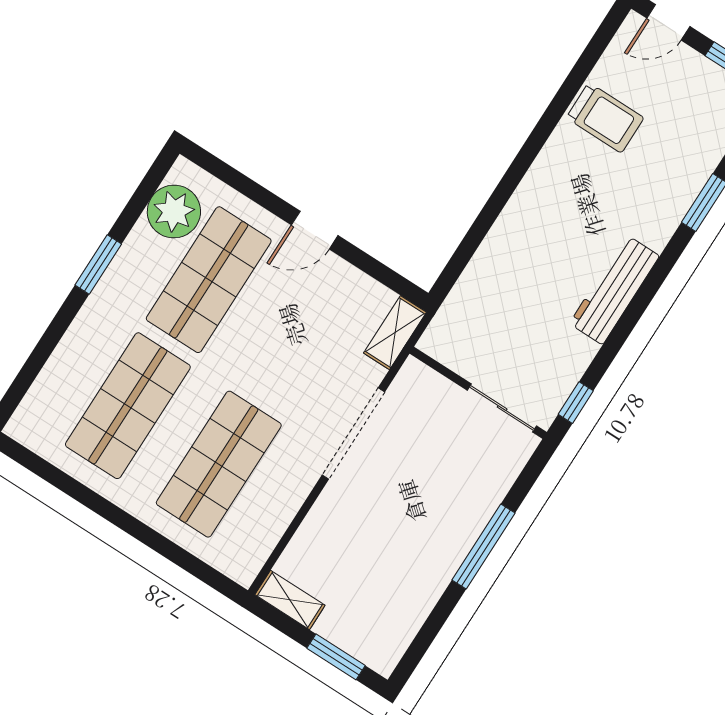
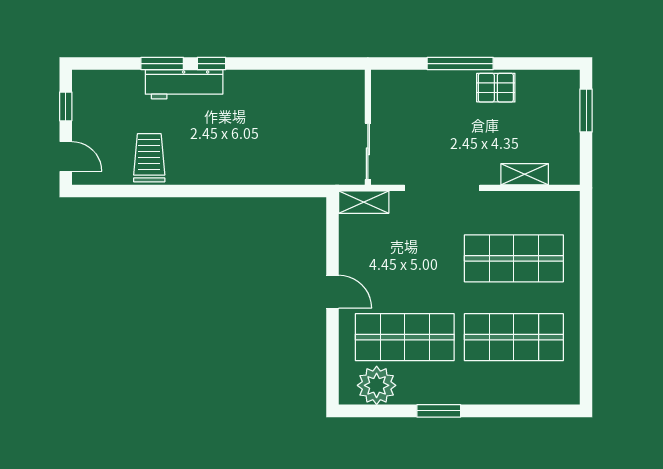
workbench: (614, 290) -> (184, 84), moved
window: (576, 403) -> (212, 64), moved
sliding door: (502, 408) -> (368, 151), moved
pallet: (429, 570) -> (496, 88), added
shelving: (290, 600) -> (525, 174), moved, turned 90

